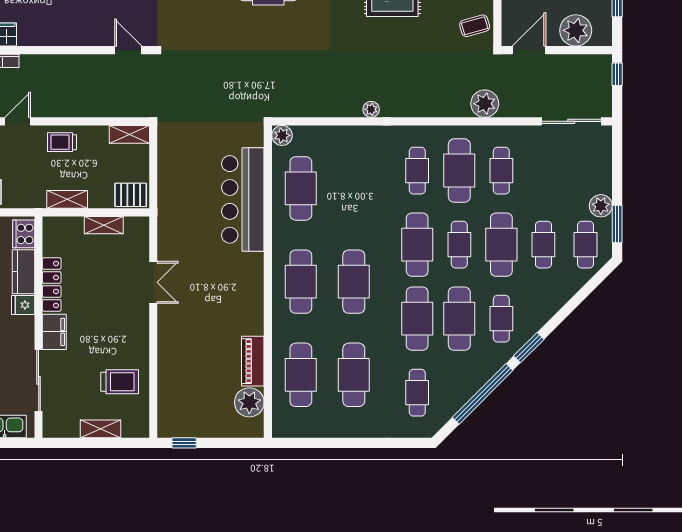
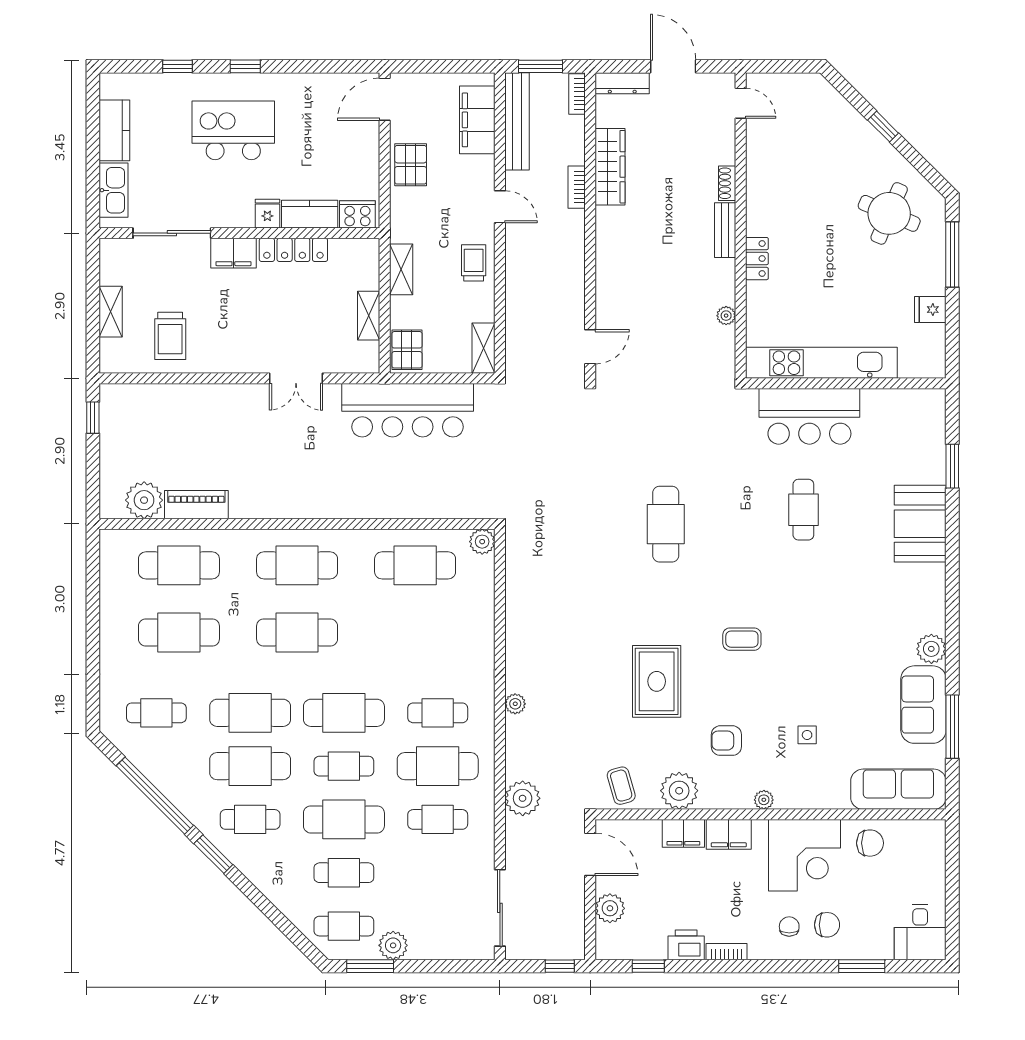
plant: (576, 30) -> (610, 908), width x0.73, depth x0.73
plant: (371, 109) -> (515, 704), moved
bar counter: (243, 199) -> (408, 410), moved, turned 180

